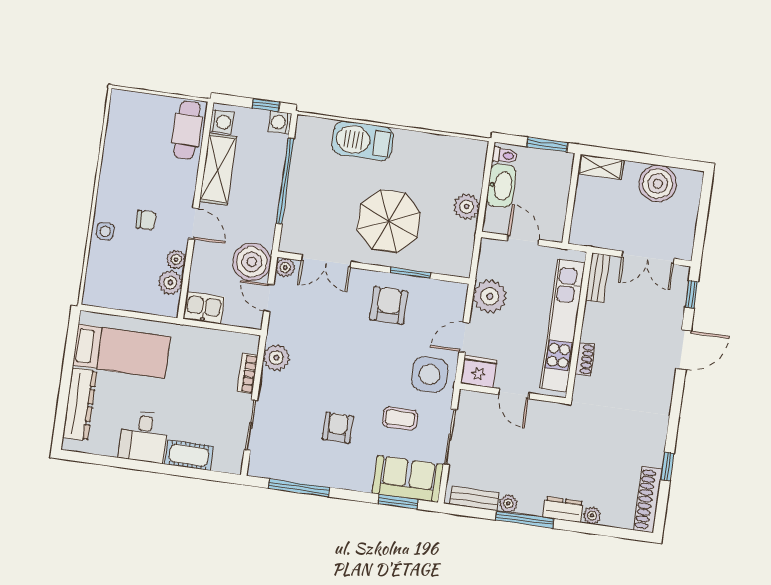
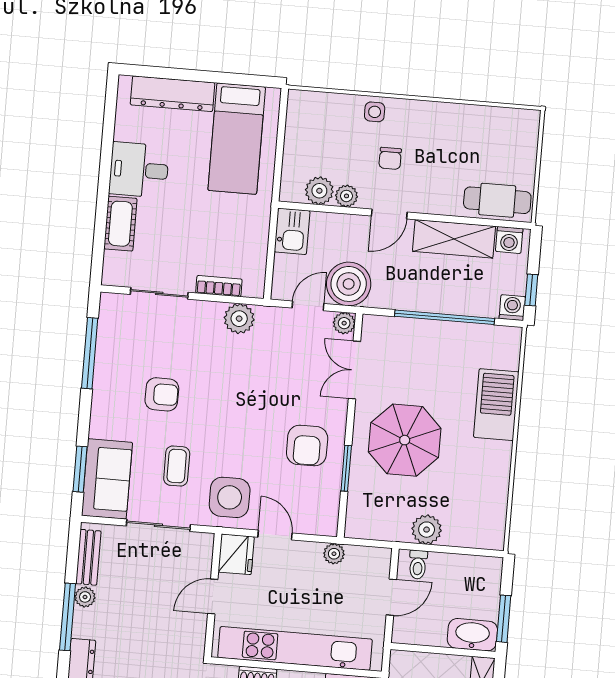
toilet: (505, 155) -> (418, 565), moved
washbasin: (501, 186) -> (472, 635), moved, turned 180
plant: (490, 296) -> (334, 554), width x0.53, depth x0.53
armchair: (389, 305) -> (307, 446), turned 90

